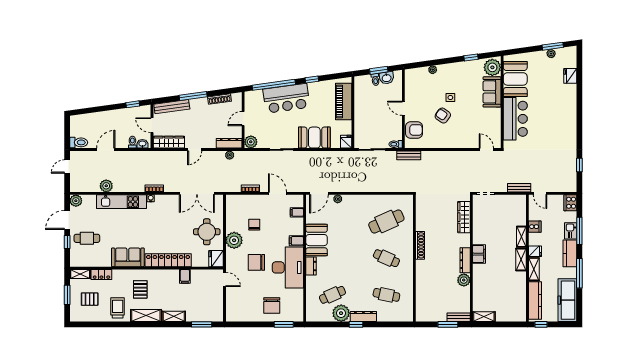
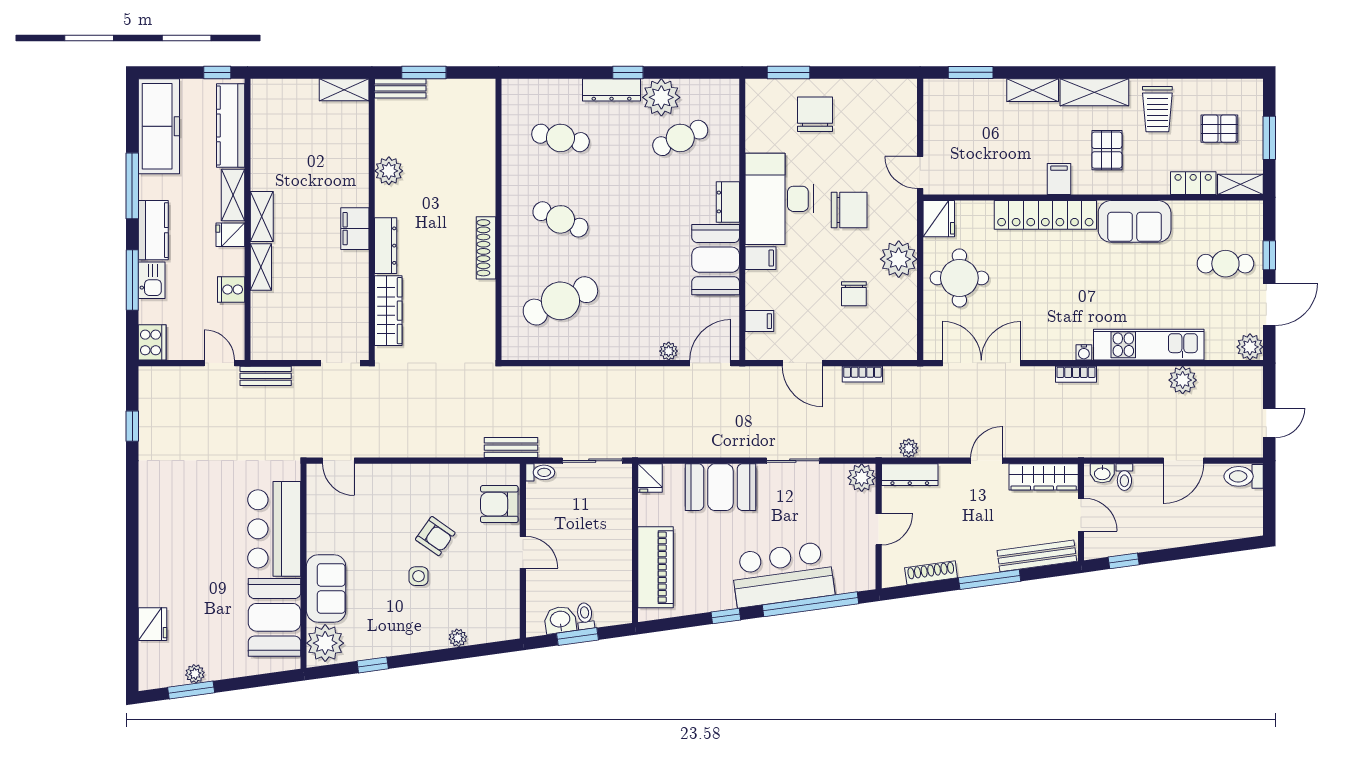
dresser: (465, 260) -> (386, 246), moved
filing cabinet: (185, 276) -> (1059, 179), moved

